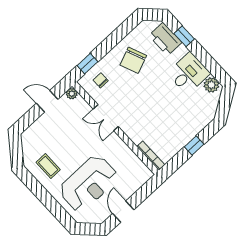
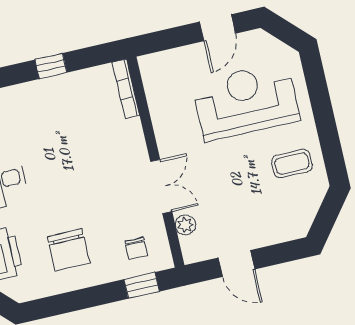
chair: (133, 60) -> (69, 250), turned 112
plant: (72, 94) -> (185, 225), moved
coffee table: (48, 166) -> (292, 164), turned 90

